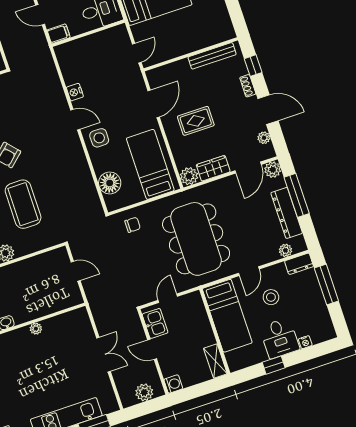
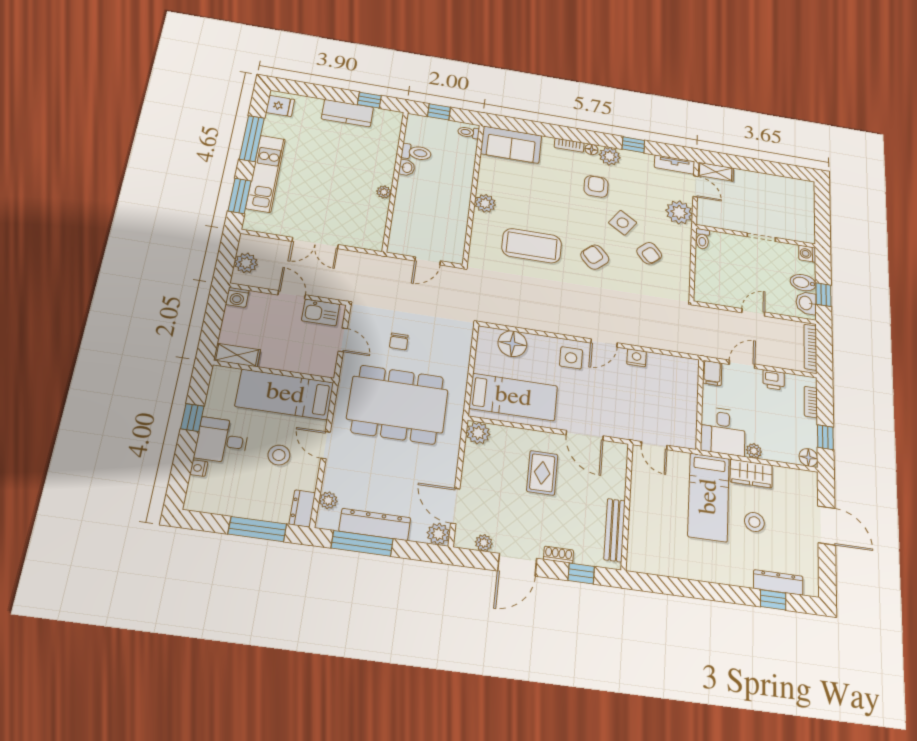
wardrobe: (213, 168) -> (474, 465), removed
window: (297, 195) -> (362, 543), moved
chair: (133, 225) -> (399, 341), moved
door: (152, 349) -> (292, 295), hinge flipped

